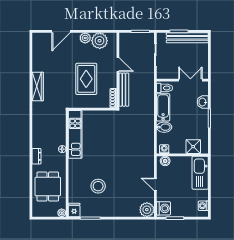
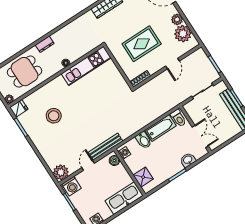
bench: (124, 90) -> (106, 147), moved

